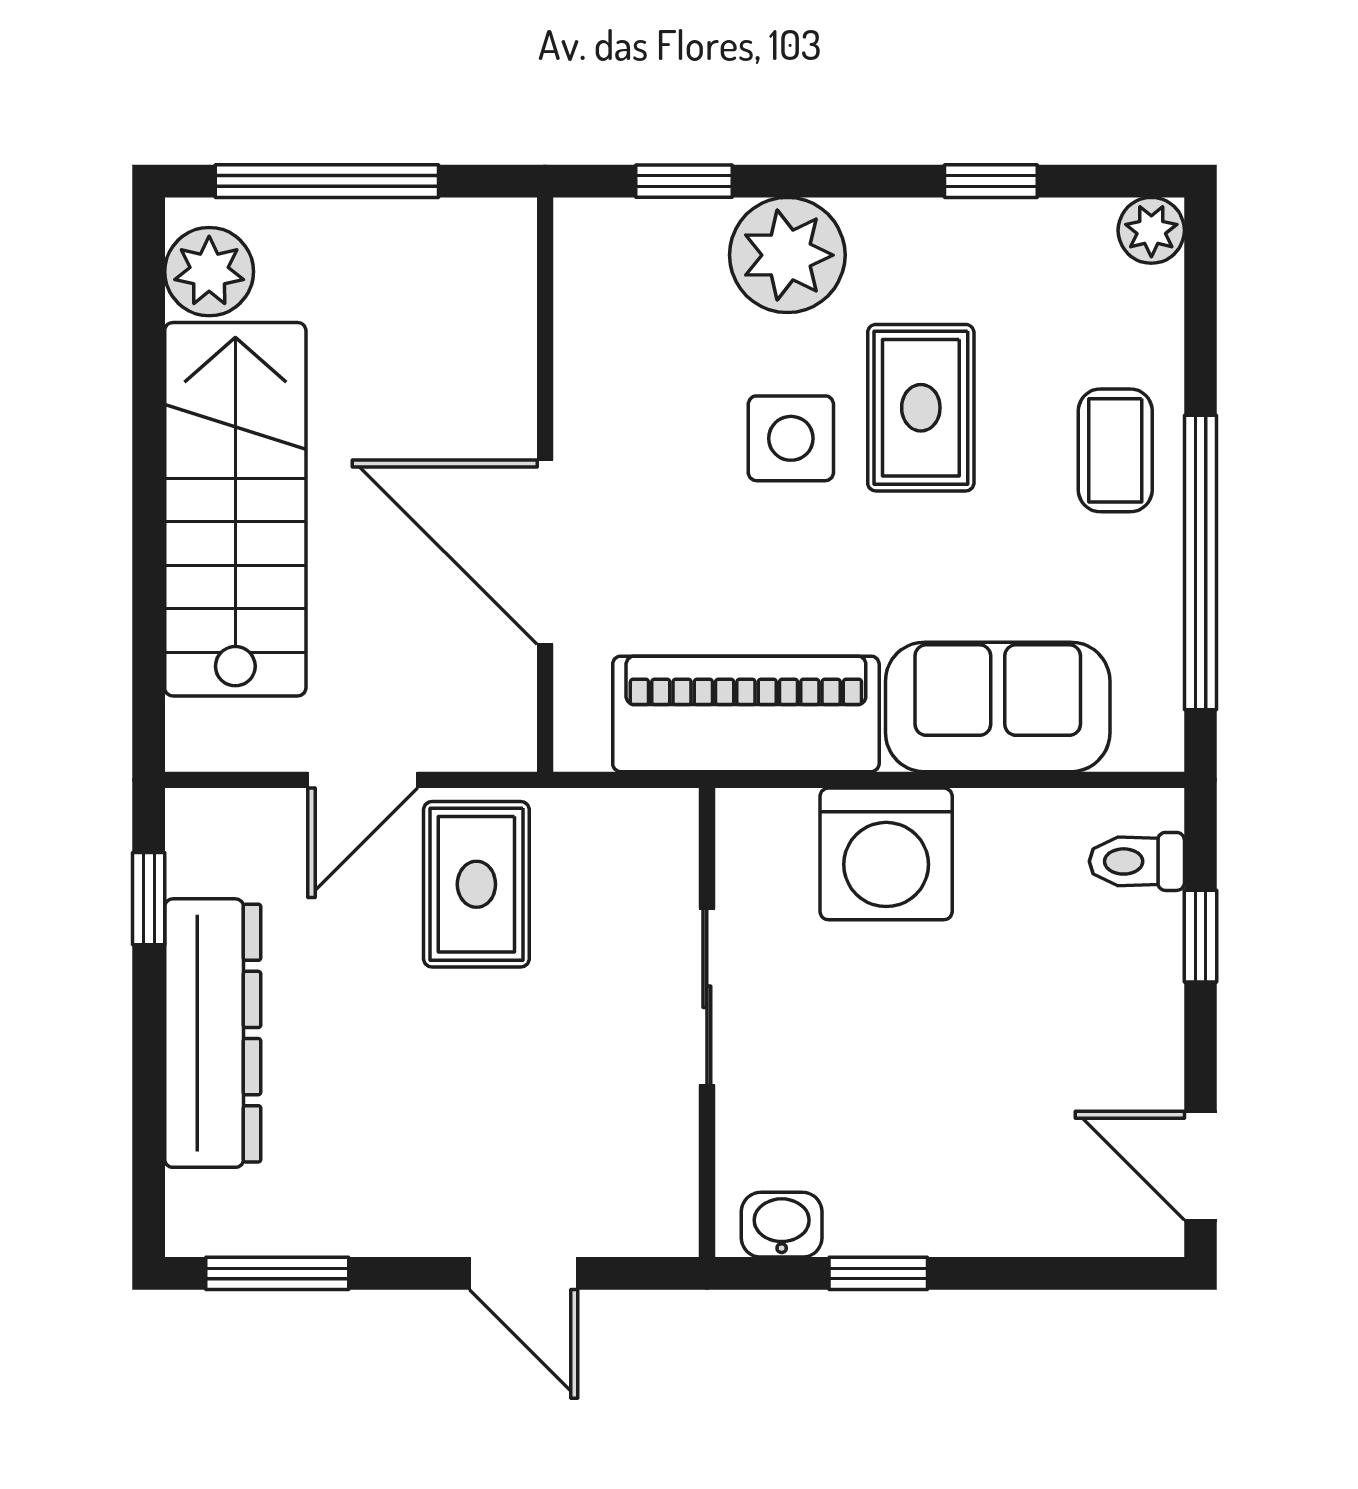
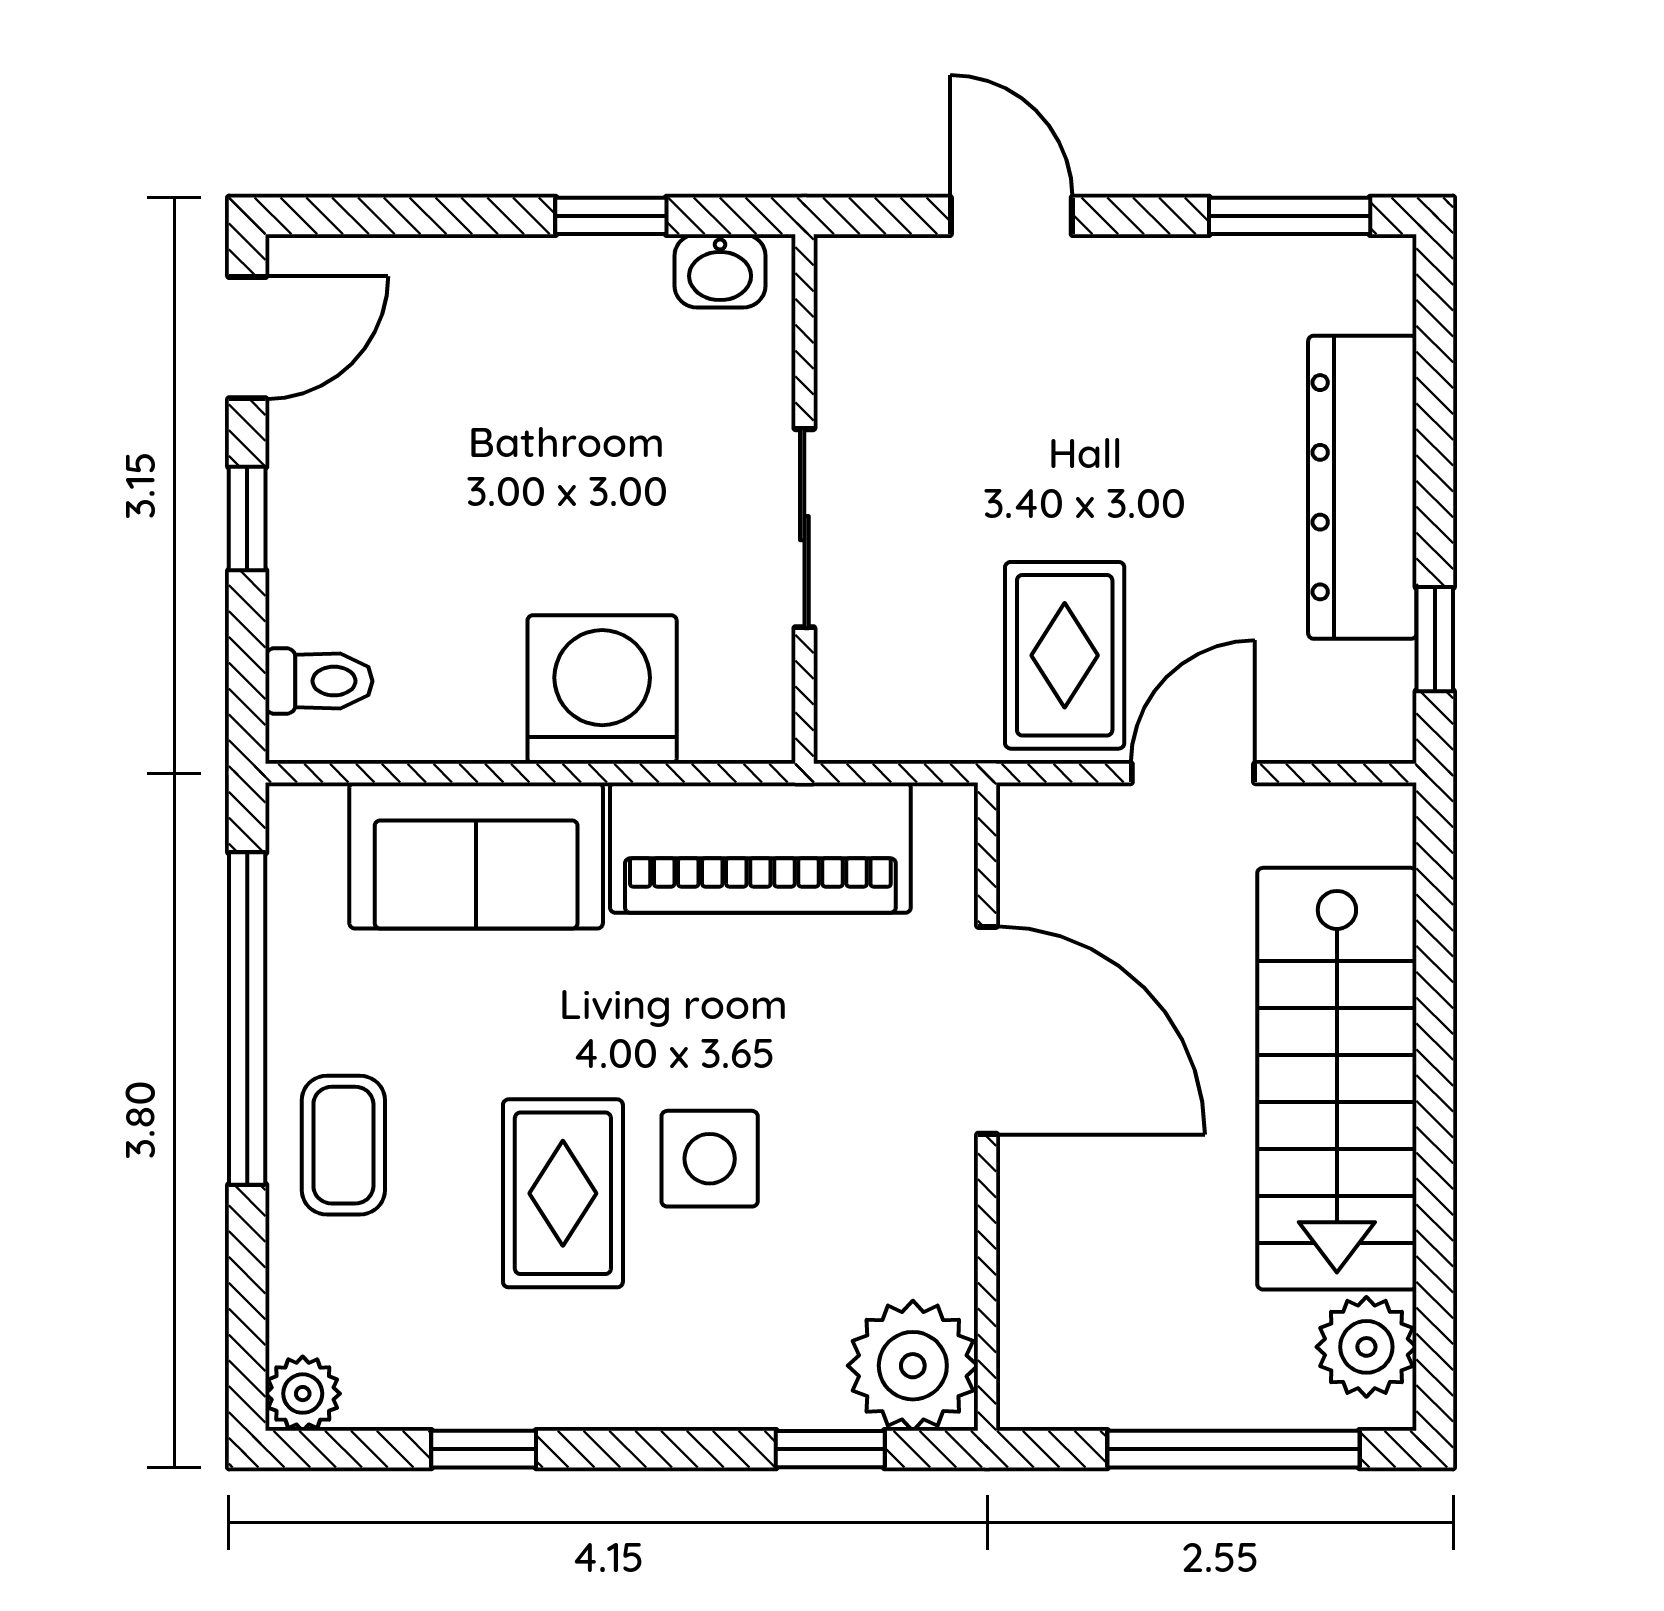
plant: (787, 255) -> (913, 1366), moved
window: (1201, 936) -> (247, 519), moved
door: (1201, 1166) -> (247, 338), hinge flipped

